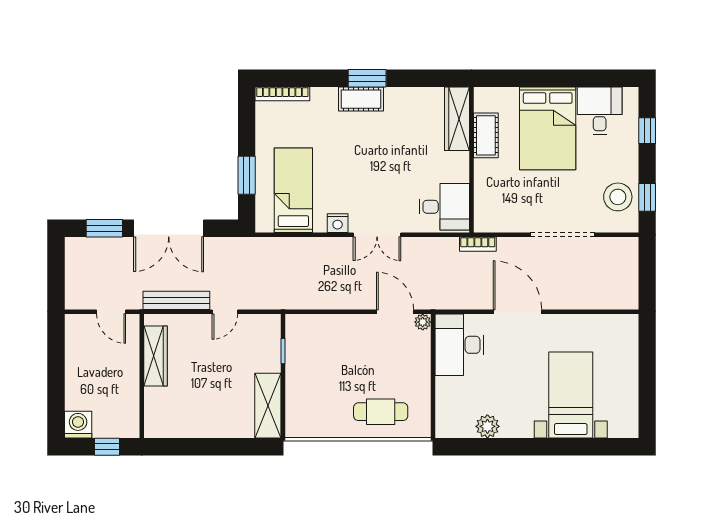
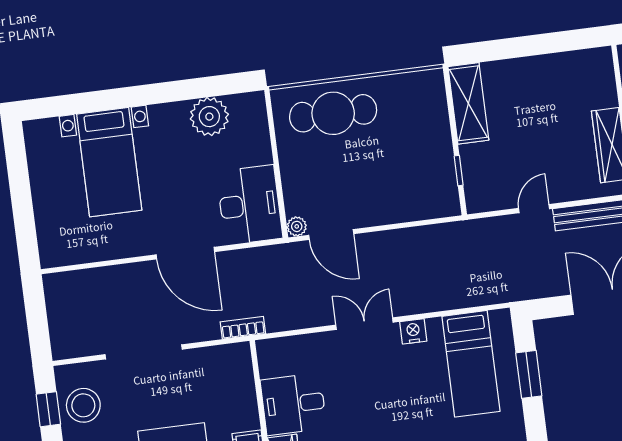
desk: (444, 207) -> (293, 404), moved
cafe table: (381, 412) -> (333, 113), width x1.37, depth x1.35
plant: (487, 426) -> (209, 117), width x1.36, depth x1.36

